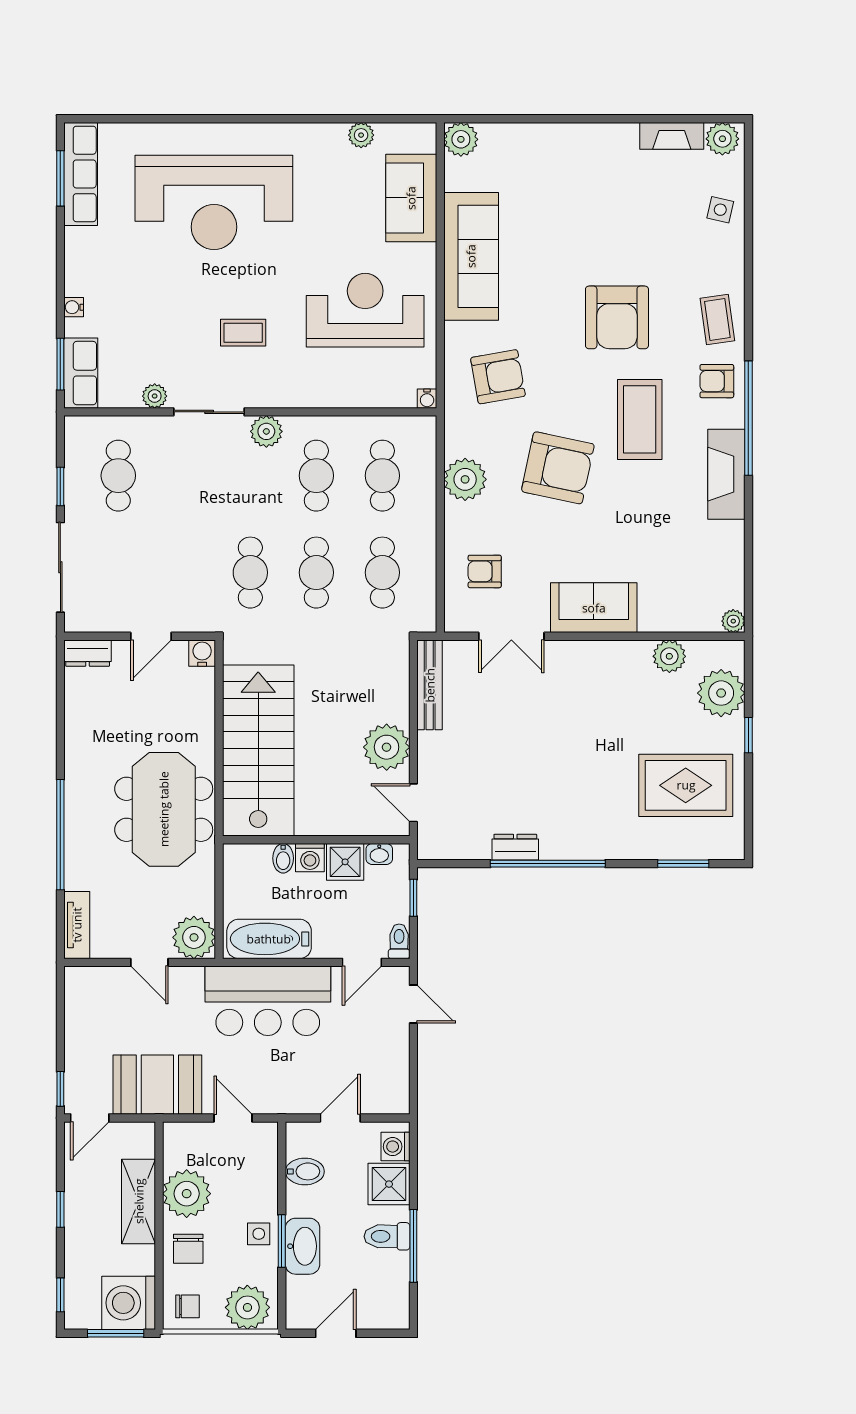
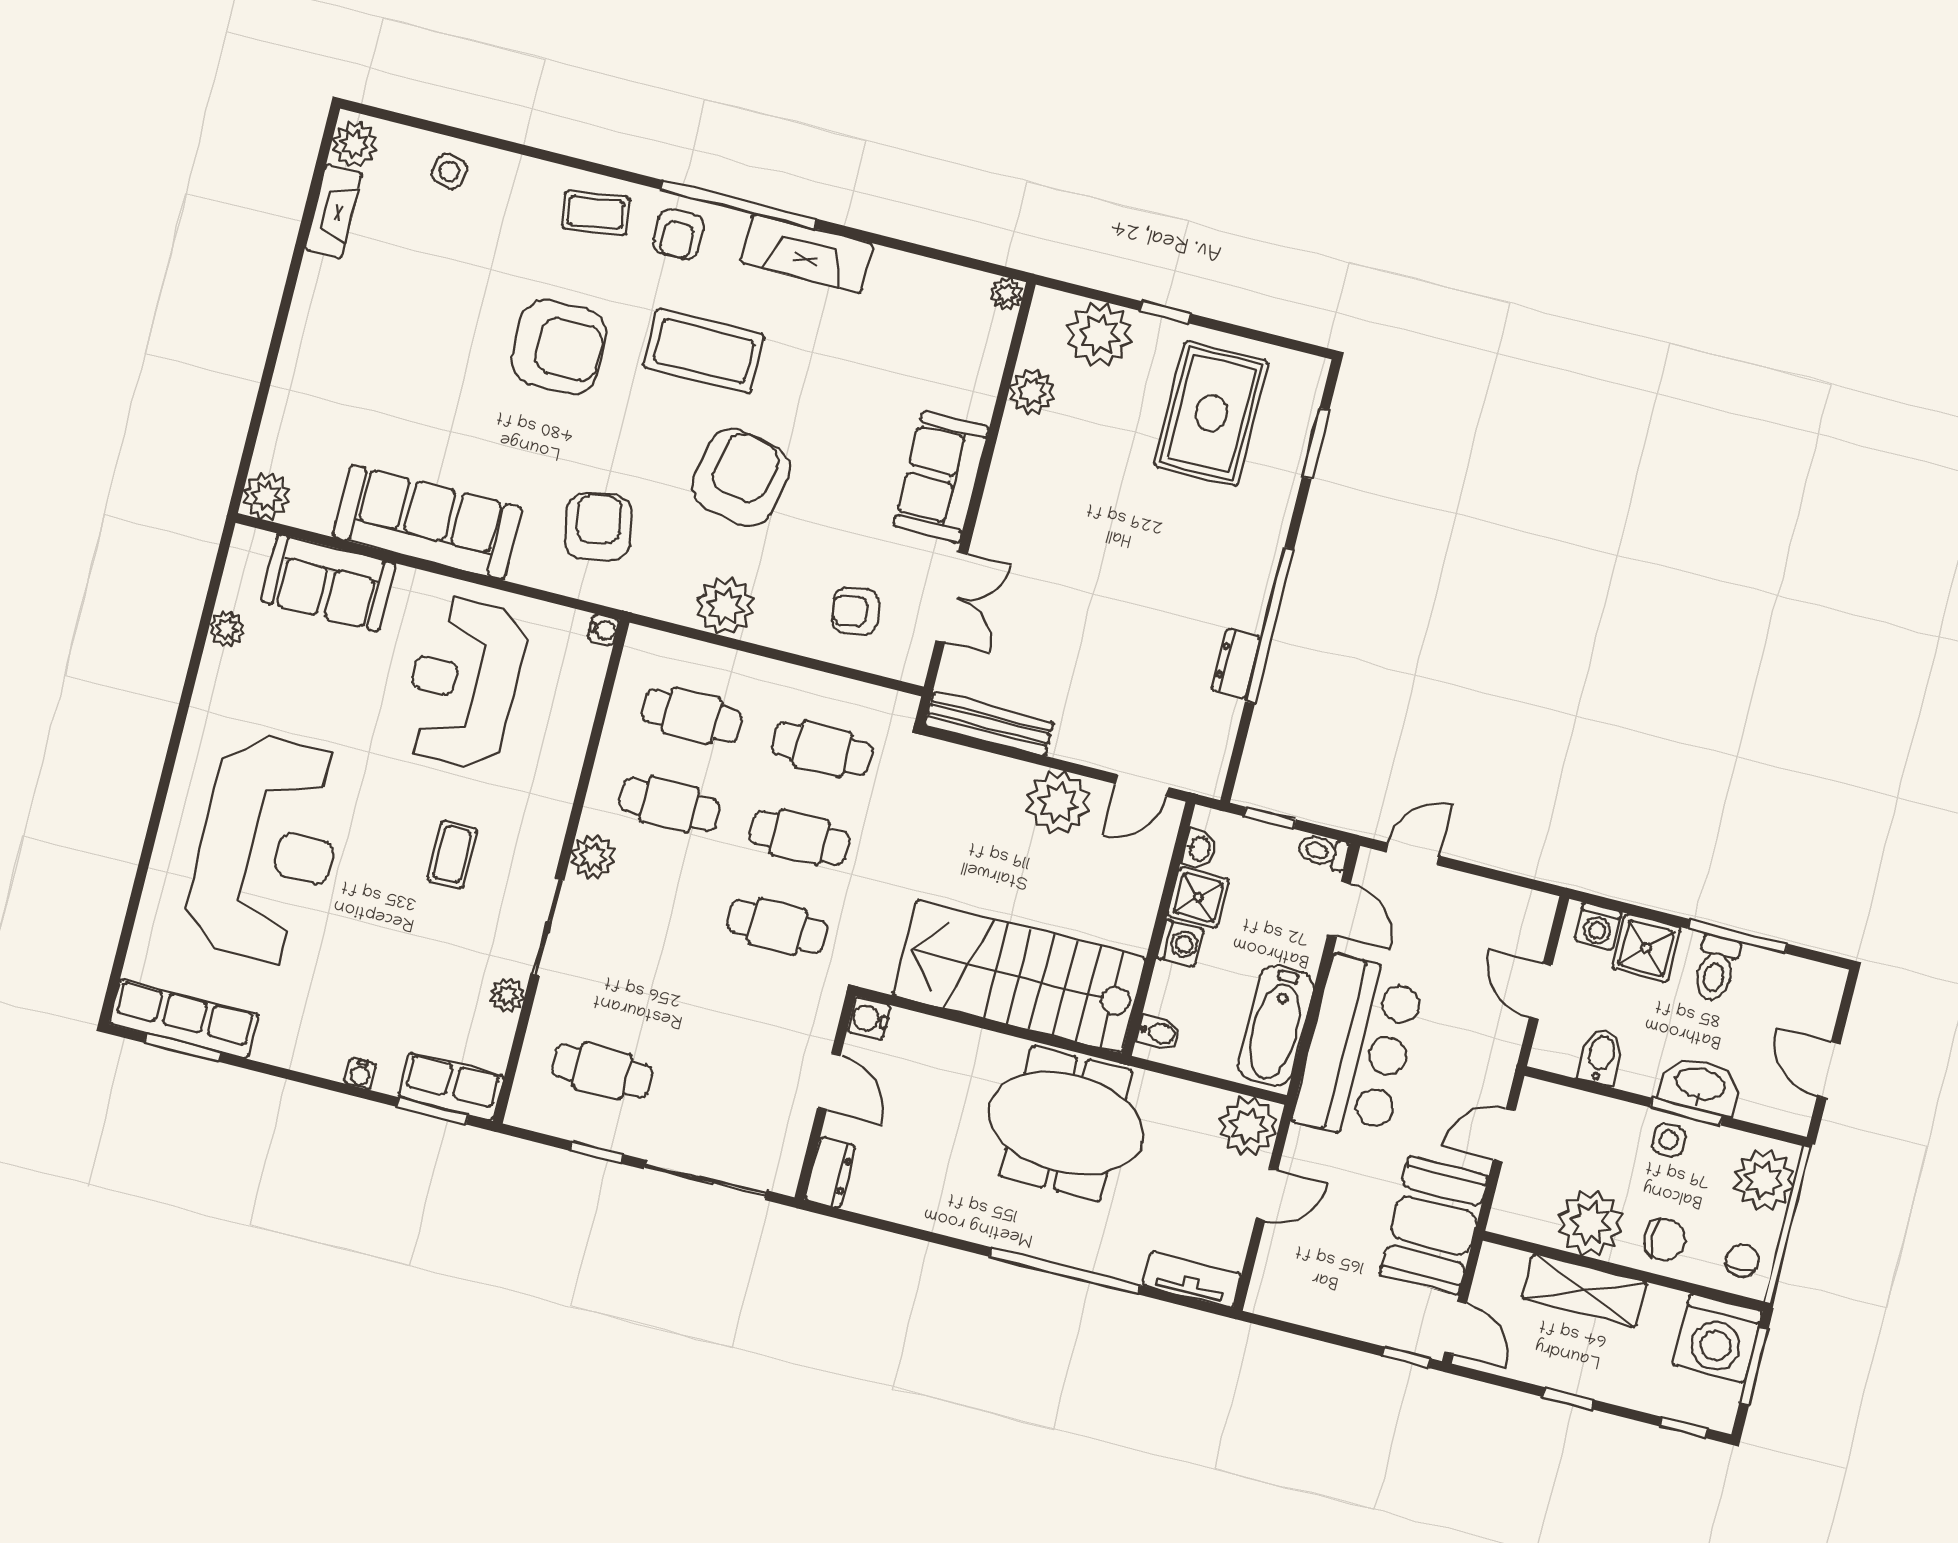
armchair: (485, 571) -> (855, 611), turned 80
bidet: (283, 858) -> (1159, 1033), moved

